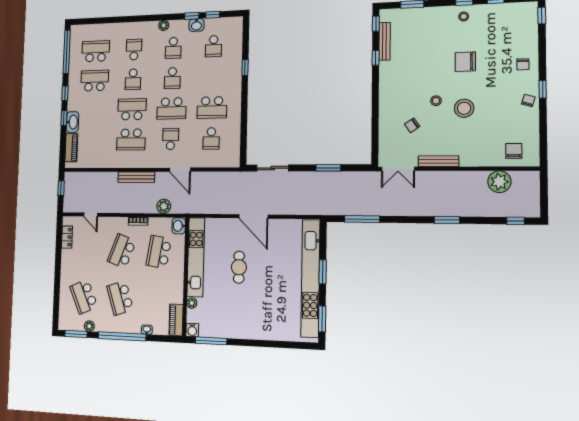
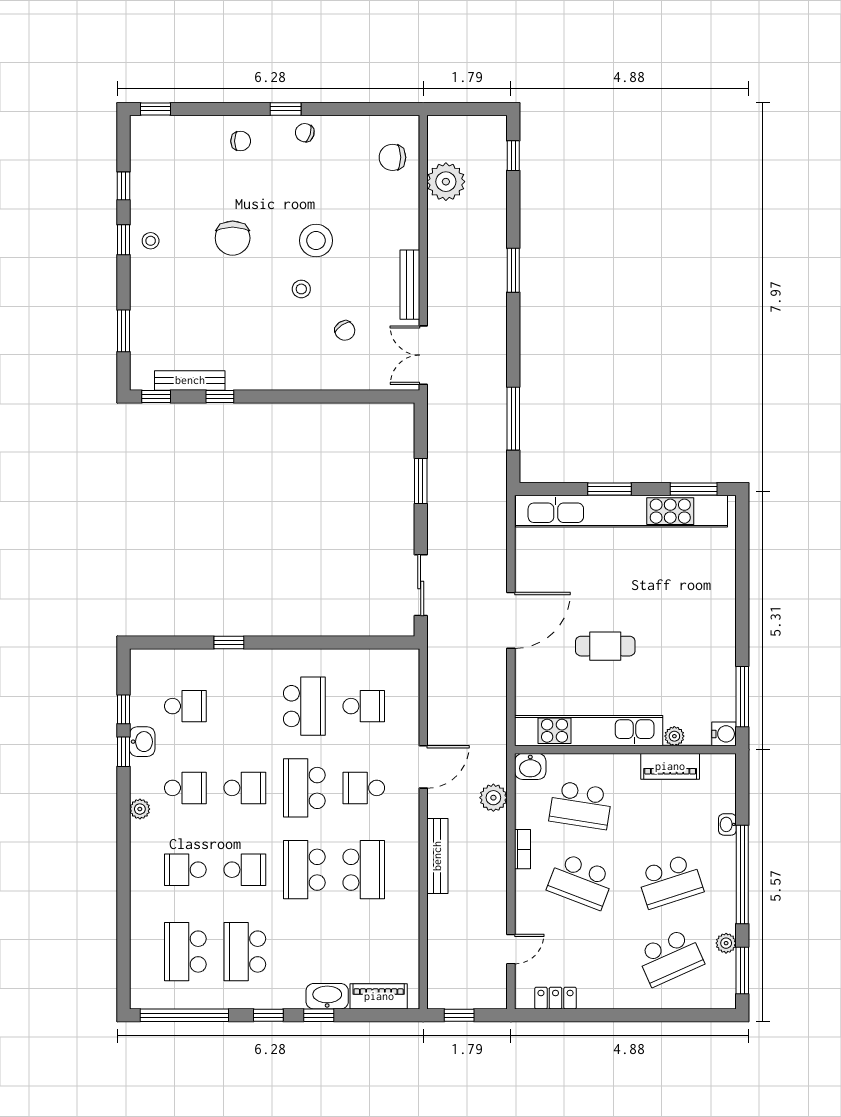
school desk: (171, 108) -> (304, 788), turned 180
double door: (398, 169) -> (423, 355), swing flipped
piano: (176, 320) -> (670, 766), moved

